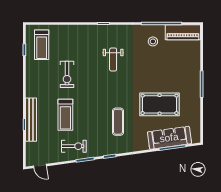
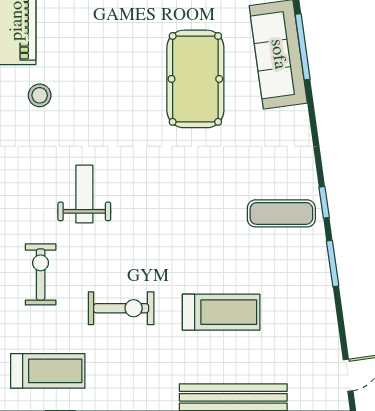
weight bench: (113, 60) -> (84, 194), turned -90
exercise mat: (118, 122) -> (281, 213), moved
exercise bike: (74, 146) -> (41, 274), moved

